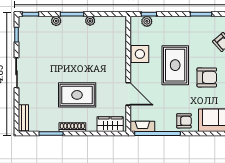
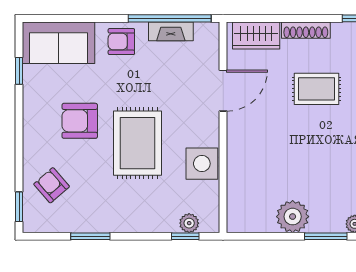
plant: (90, 21) -> (293, 217), width x1.88, depth x1.88
door: (128, 94) -> (223, 91), swing flipped
rug: (77, 95) -> (317, 89), width x0.73, depth x0.70
fireplace: (142, 126) -> (171, 31), moved
shoe rack: (72, 127) -> (306, 30), moved

